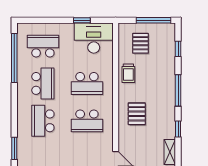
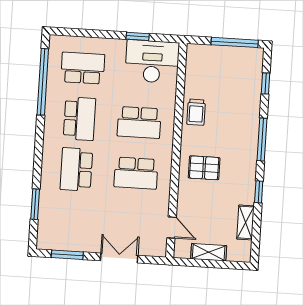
pallet: (140, 43) -> (215, 73), removed
pallet: (137, 114) -> (204, 168), turned 90

